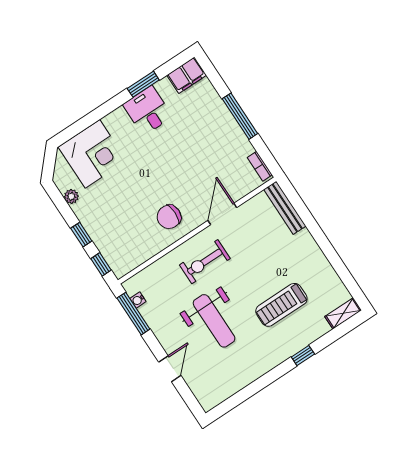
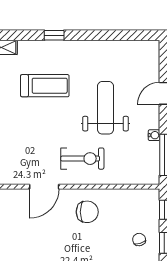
chair: (106, 223) -> (139, 240), added
water cooler: (138, 300) -> (154, 135), moved

